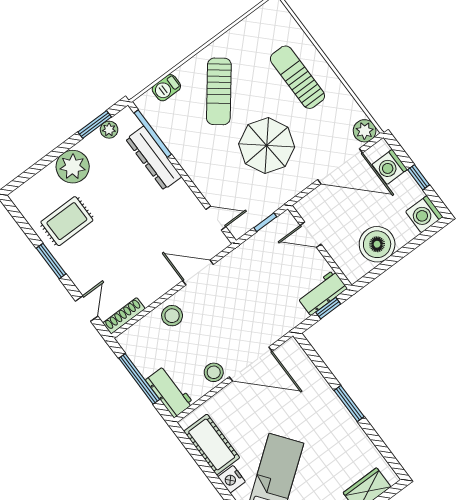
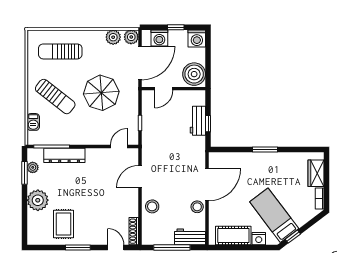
sun lounger: (297, 77) -> (60, 51), moved
plant: (347, 108) -> (113, 37), added
door: (311, 235) -> (164, 89), moved
wall: (320, 247) -> (174, 89), moved

